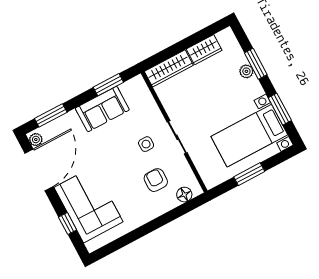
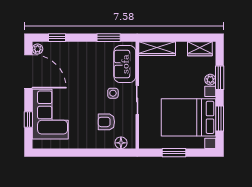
wardrobe: (204, 50) -> (200, 49), moved
sofa: (102, 109) -> (125, 64), moved, turned 90
window: (51, 115) -> (57, 38), width x0.67
bed with nightstands: (249, 136) -> (188, 117), width x1.36
door: (39, 170) -> (28, 71), hinge flipped
armchair: (156, 180) -> (106, 122), turned -90

